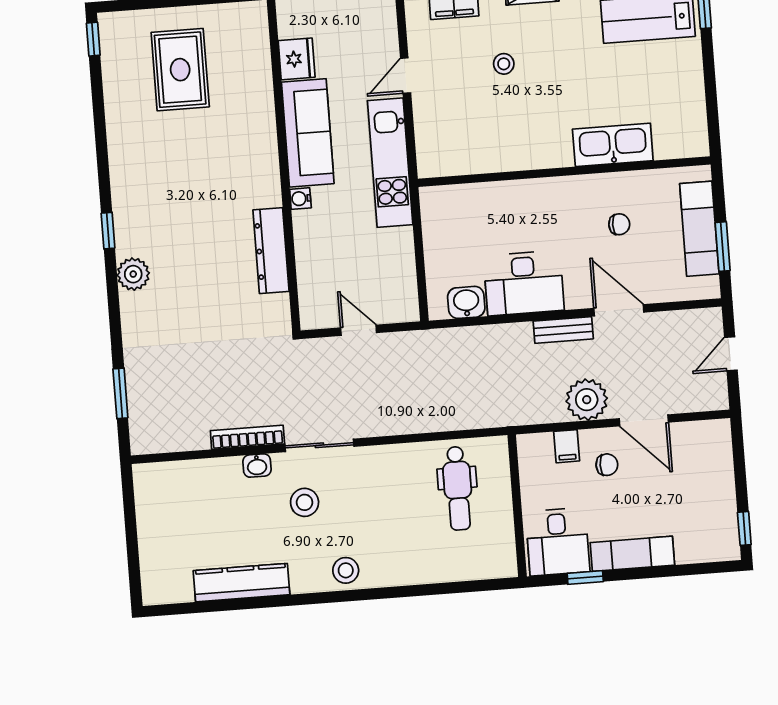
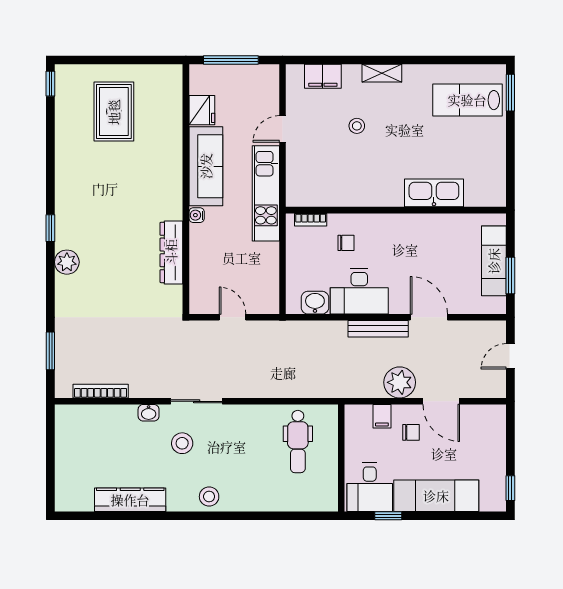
bookcase: (452, 193) -> (311, 220), added
chair: (619, 224) -> (346, 243), moved
bench: (563, 330) -> (378, 329), width x1.36
bookcase: (247, 437) -> (101, 391), moved
exam couch: (632, 554) -> (436, 496), width x1.36, depth x1.45

